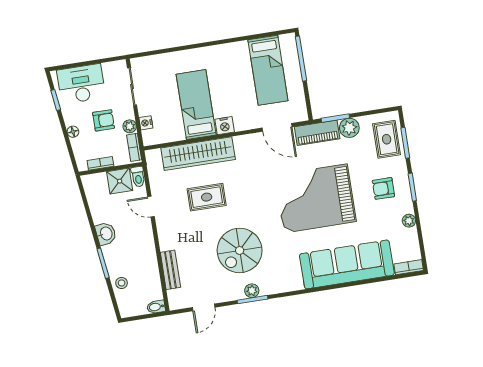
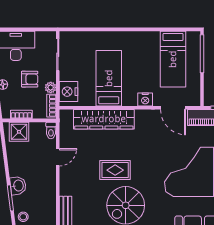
nightstand: (146, 123) -> (69, 92), width x1.89, depth x1.79
nightstand: (225, 126) -> (145, 99), moved
shower: (120, 181) -> (19, 132), moved
rug: (207, 197) -> (115, 170), moved
door: (151, 207) -> (58, 157), swing flipped
washbasin: (106, 234) -> (18, 186), moved

